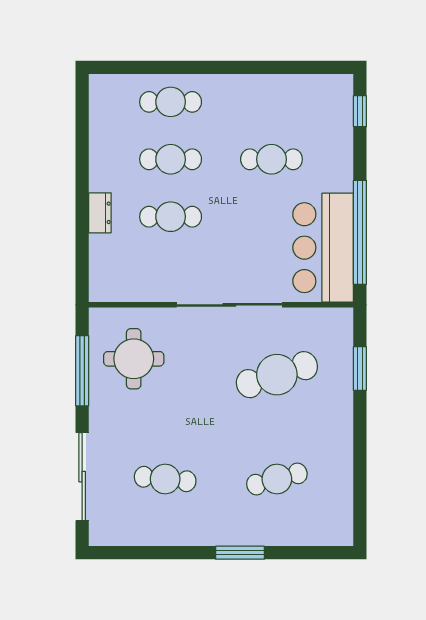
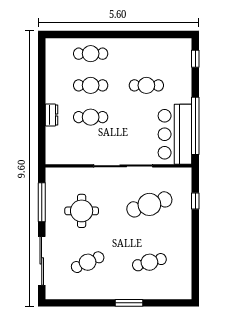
round table: (134, 359) -> (82, 211), moved
window: (360, 368) -> (195, 201), width x0.67
cafe table: (165, 479) -> (88, 262), turned -30

